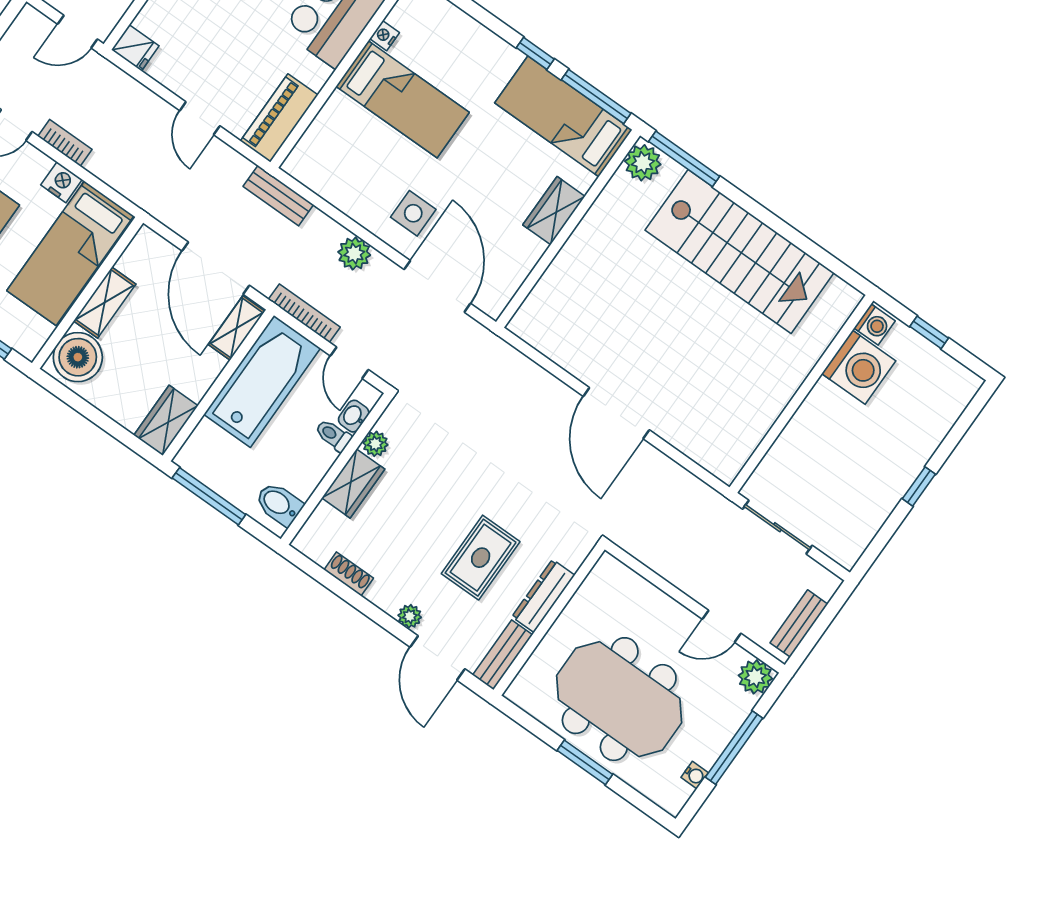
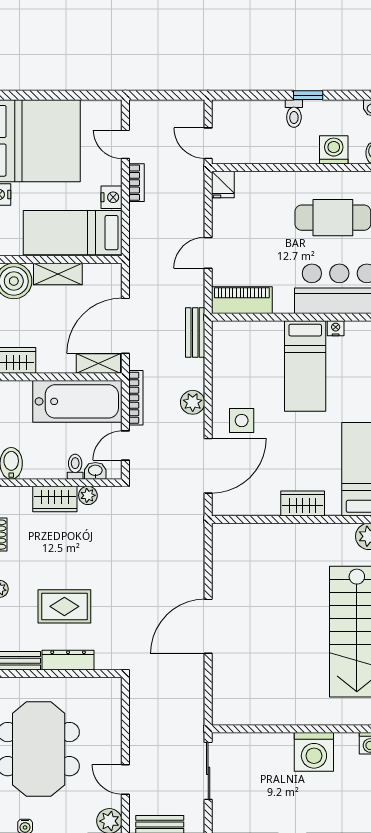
washing machine: (859, 367) -> (314, 752), moved

